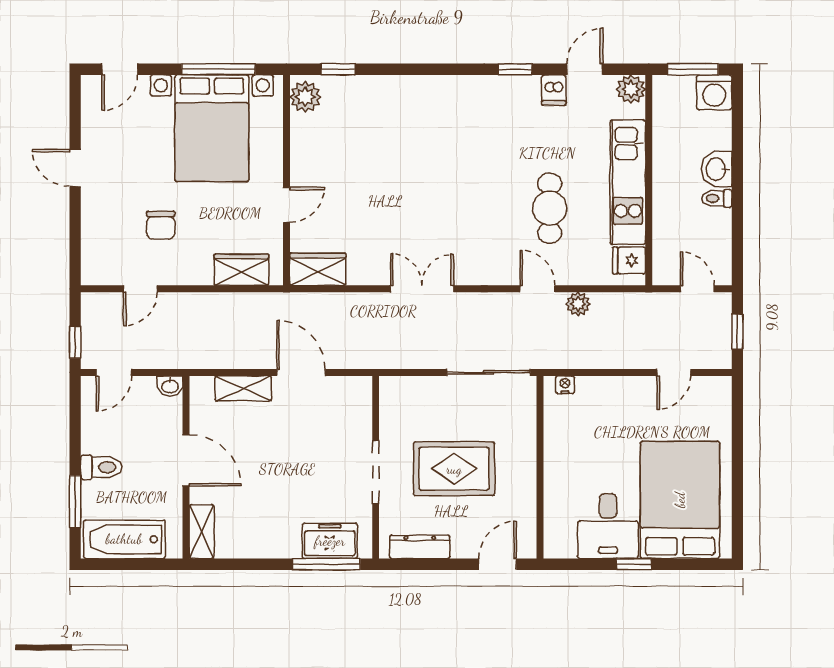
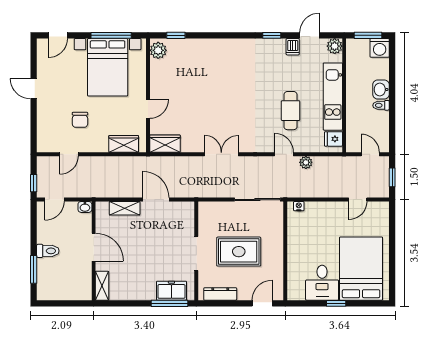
bathtub: (124, 539) -> (60, 290), removed

